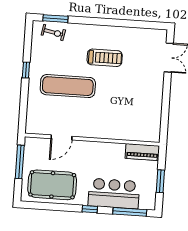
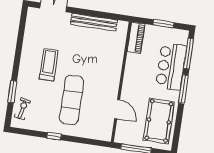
window: (55, 19) -> (12, 92), moved
bench: (156, 104) -> (94, 22), added
window: (90, 209) -> (183, 89), width x2.17

